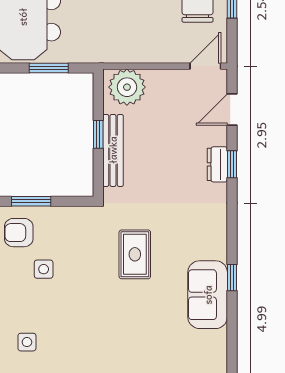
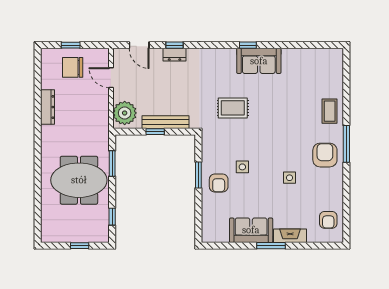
door: (205, 66) -> (111, 78), moved

